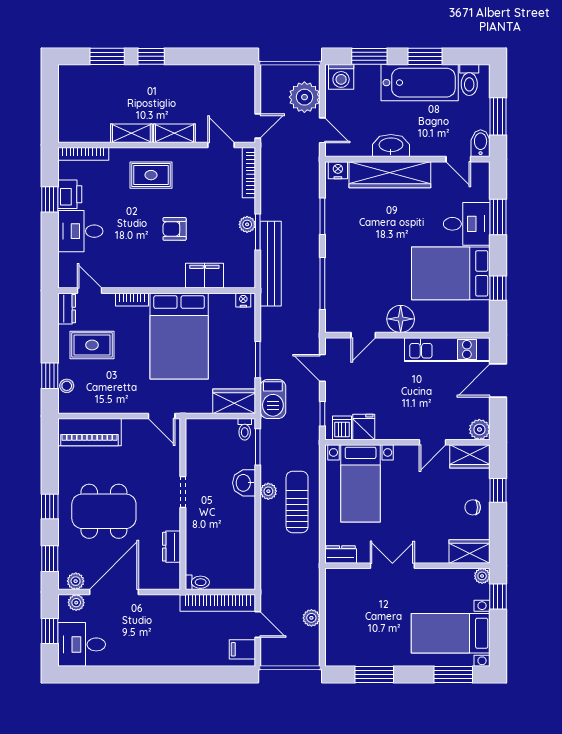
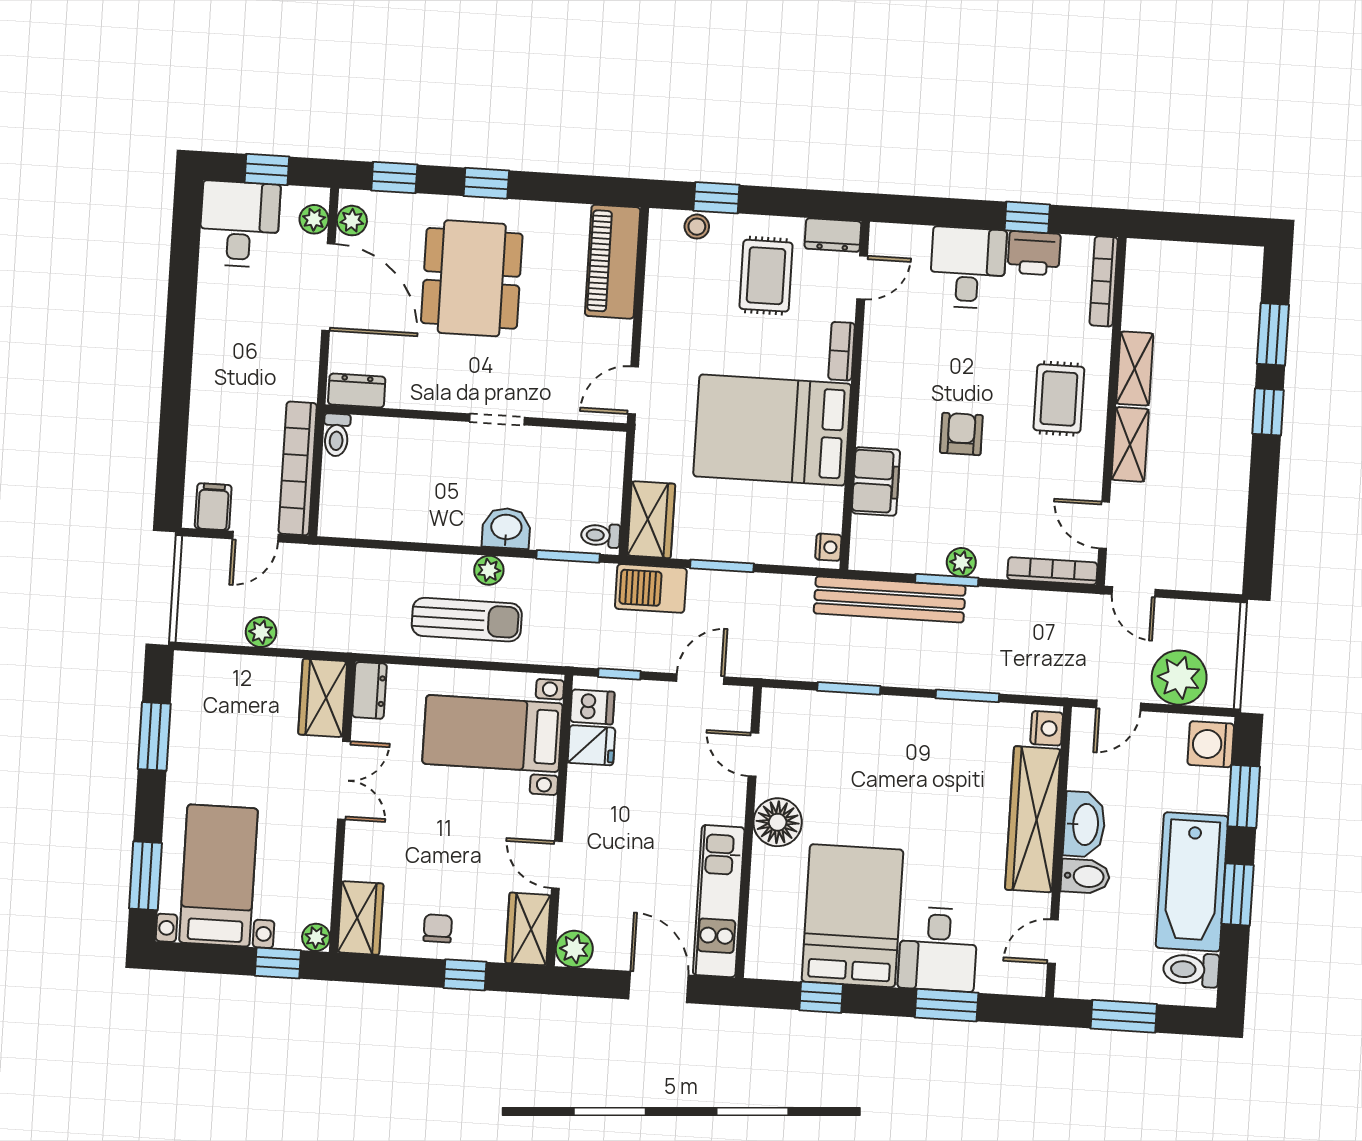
bidet: (481, 143) -> (1085, 876), moved
door: (221, 145) -> (1104, 525), swing flipped
window: (322, 283) -> (849, 688), width x0.69
dresser: (172, 547) -> (357, 391), moved
wardrobe: (346, 581) -> (323, 698), added

